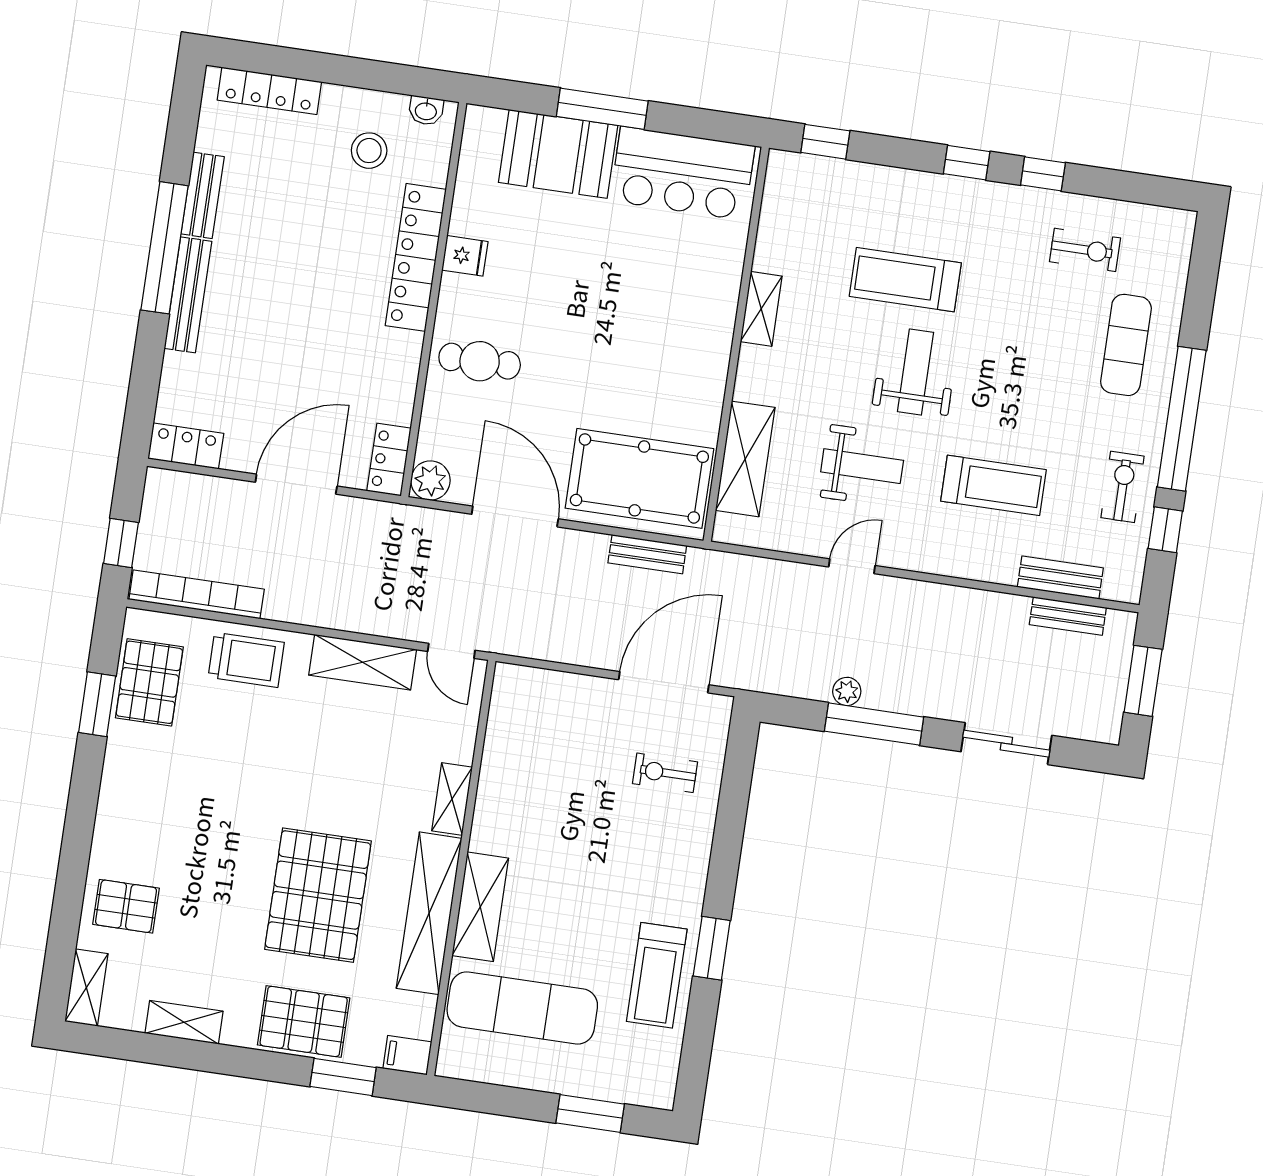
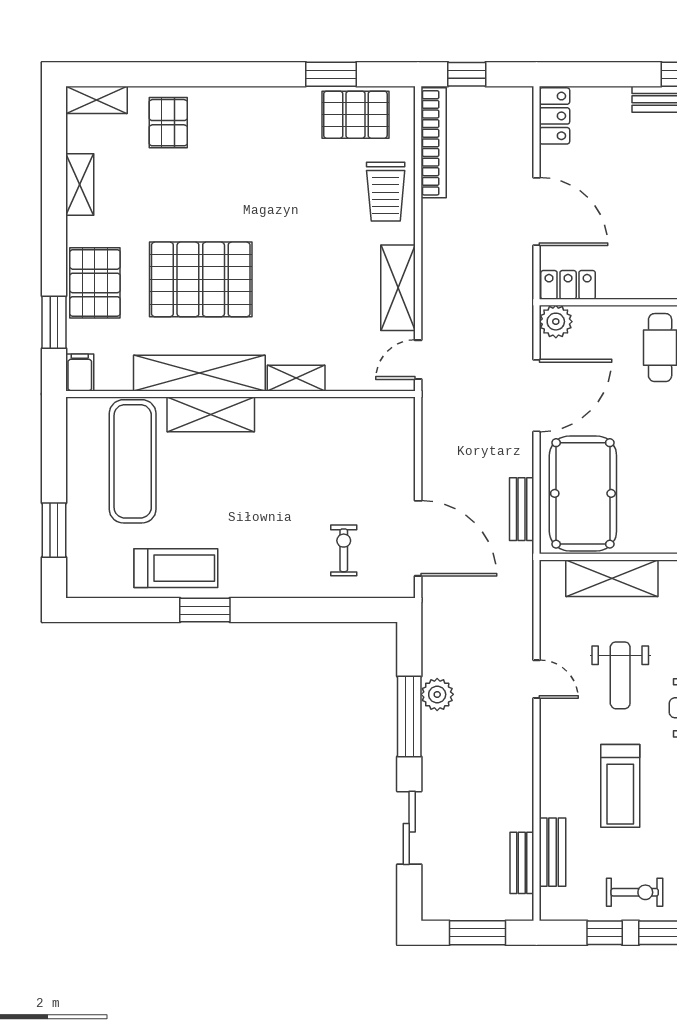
plant: (847, 691) -> (437, 694), width x1.38, depth x1.38
treadmill: (657, 975) -> (176, 568), turned 180

